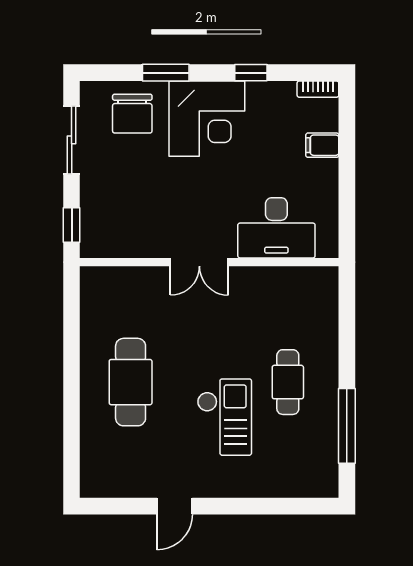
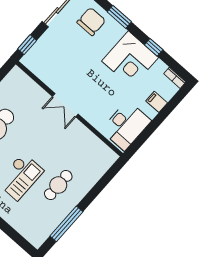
chair: (132, 114) -> (91, 21), turned 180
corner desk: (207, 119) -> (130, 59), moved
desk: (276, 228) -> (126, 125), moved, turned -90

